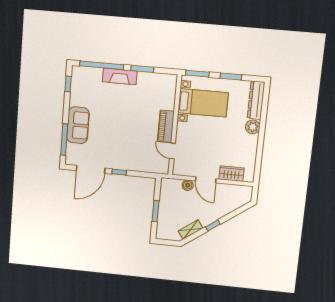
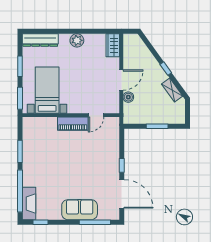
fireplace: (120, 76) -> (29, 204), moved
plant: (253, 127) -> (77, 40), moved
wardrobe: (232, 174) -> (113, 45), moved

